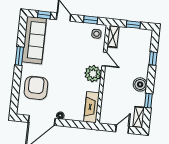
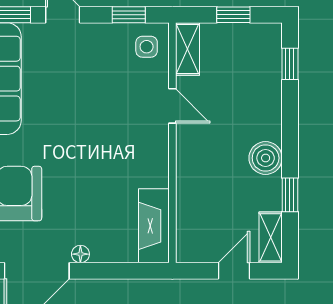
window: (153, 58) -> (290, 64), moved
plant: (93, 74) -> (149, 144), removed

